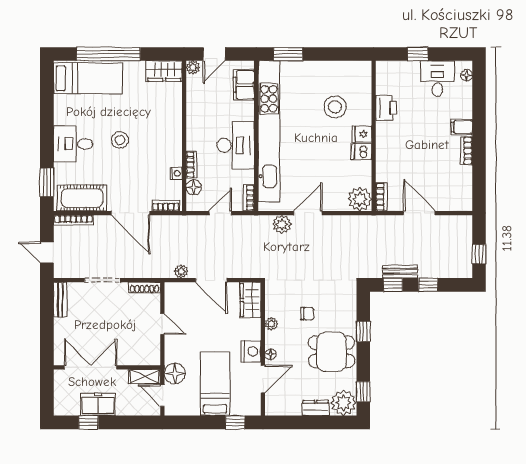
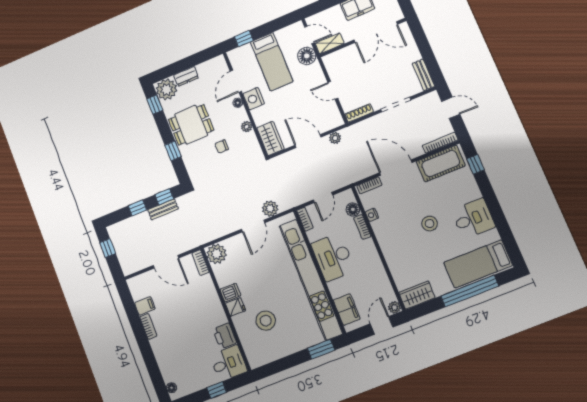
desk: (437, 79) -> (228, 363), moved, turned -90
filing cabinet: (462, 127) -> (145, 306), moved
desk: (73, 144) -> (473, 219), moved
window: (47, 182) -> (475, 164), width x0.67

